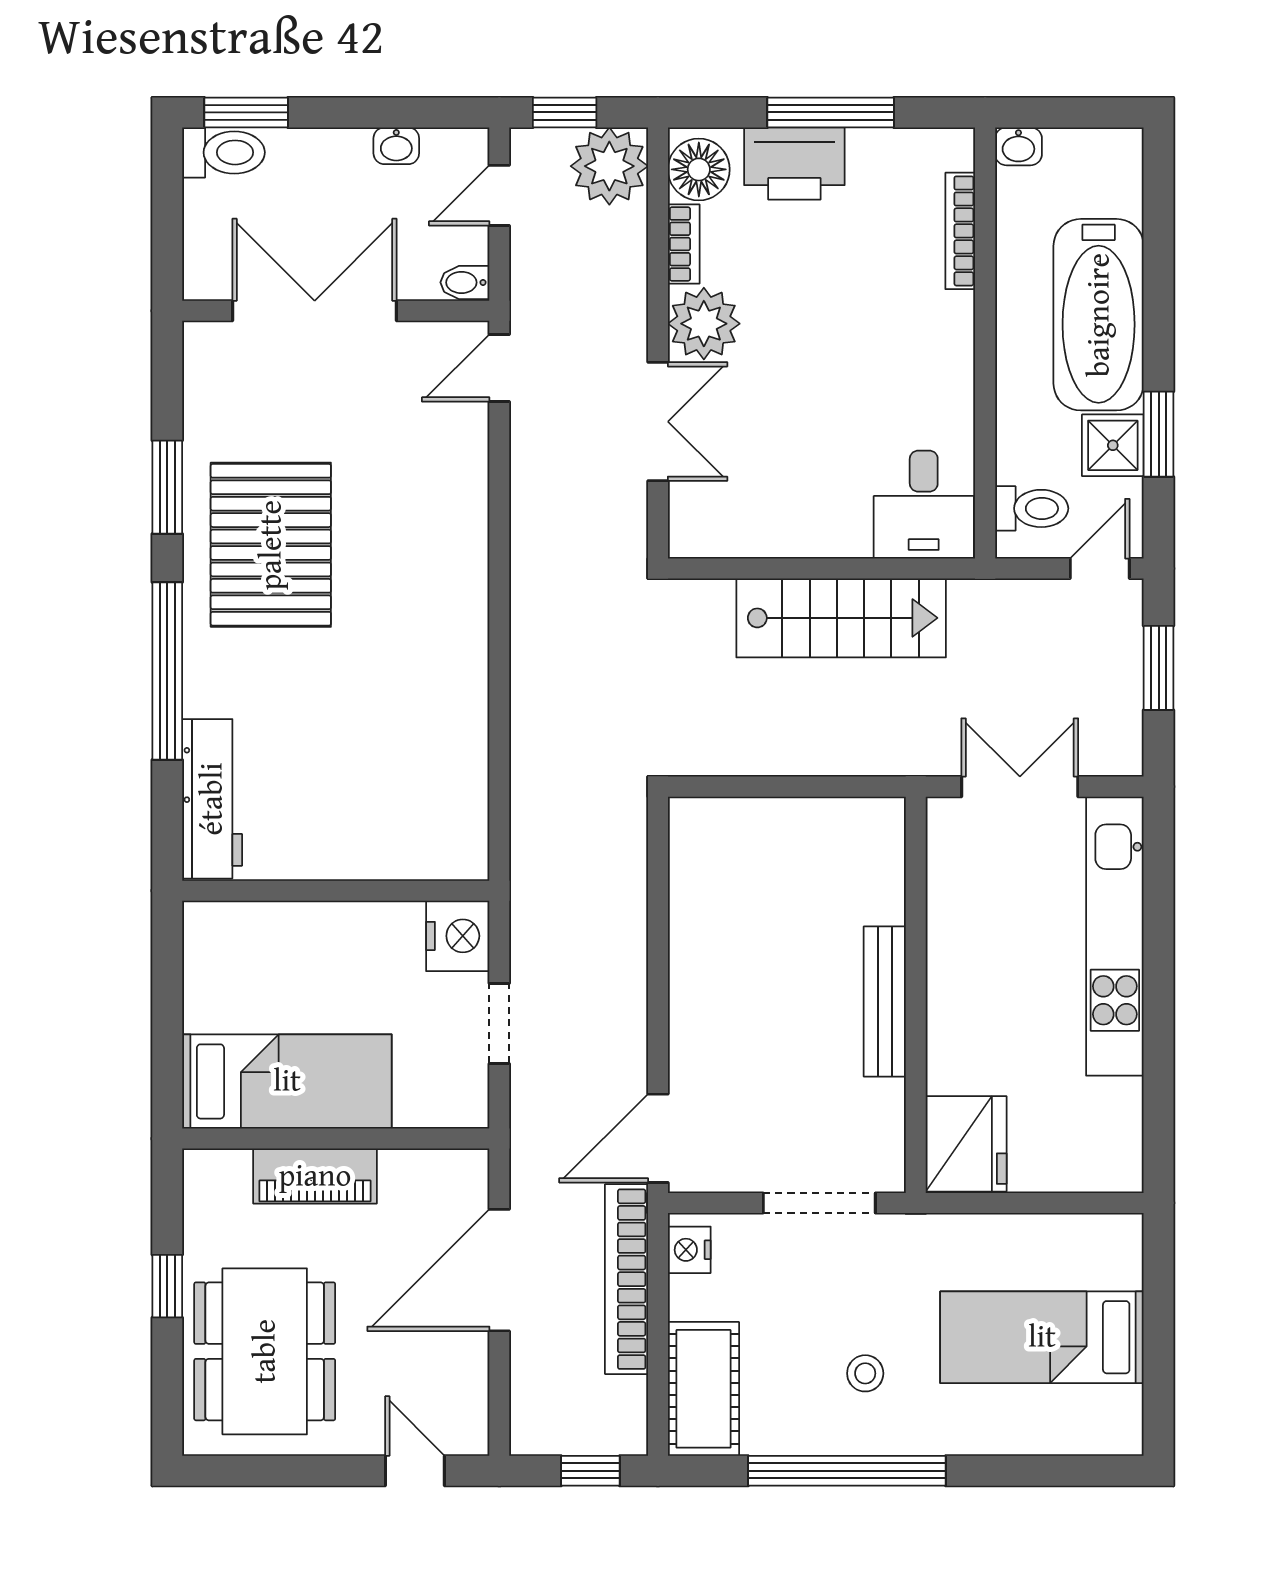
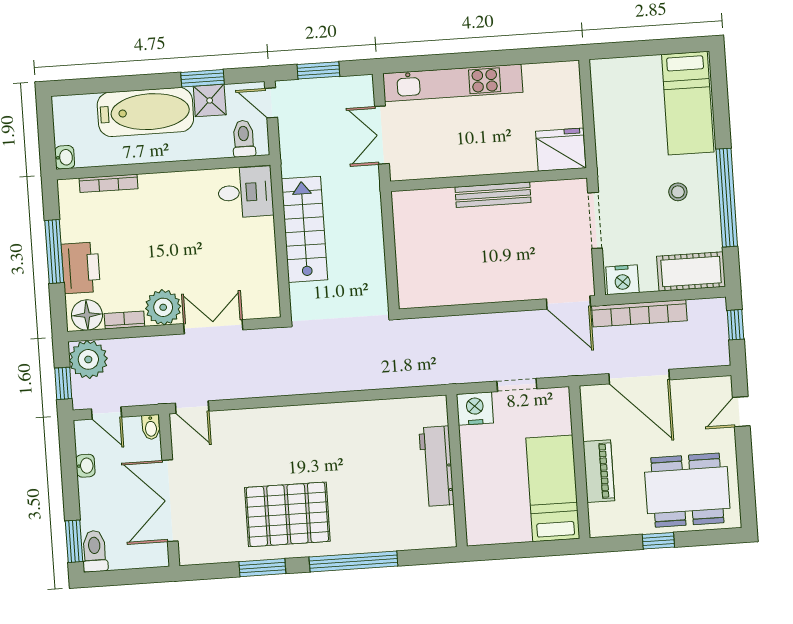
workbench: (212, 799) -> (436, 466), moved, turned -90
nightstand: (689, 1250) -> (622, 280), width x1.36, depth x1.33
bed: (1042, 1337) -> (688, 103), moved

